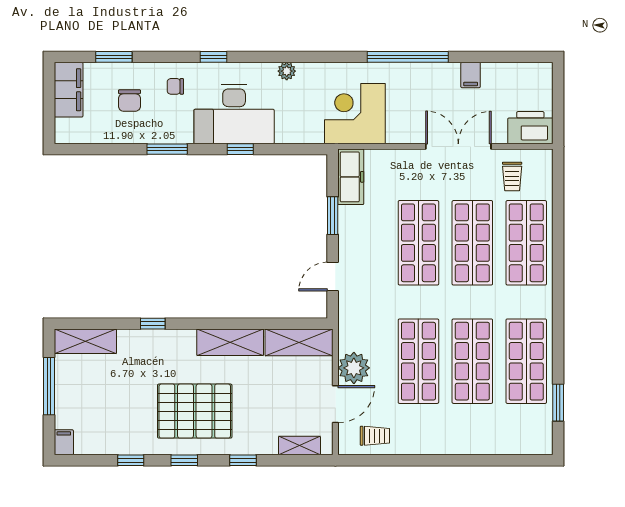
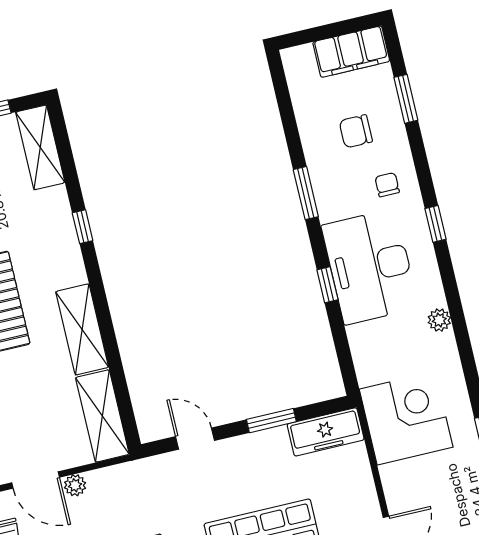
plant: (354, 368) -> (75, 485), width x0.53, depth x0.53

